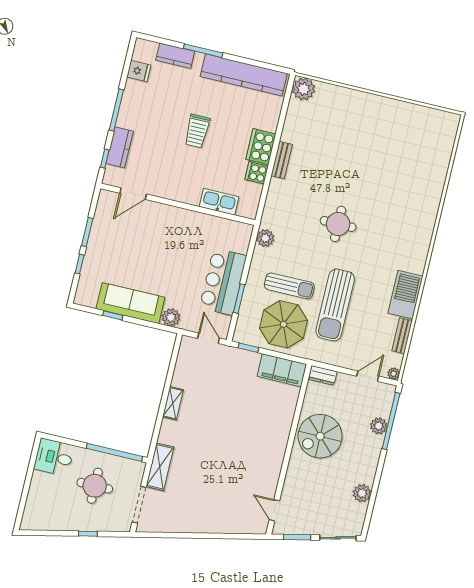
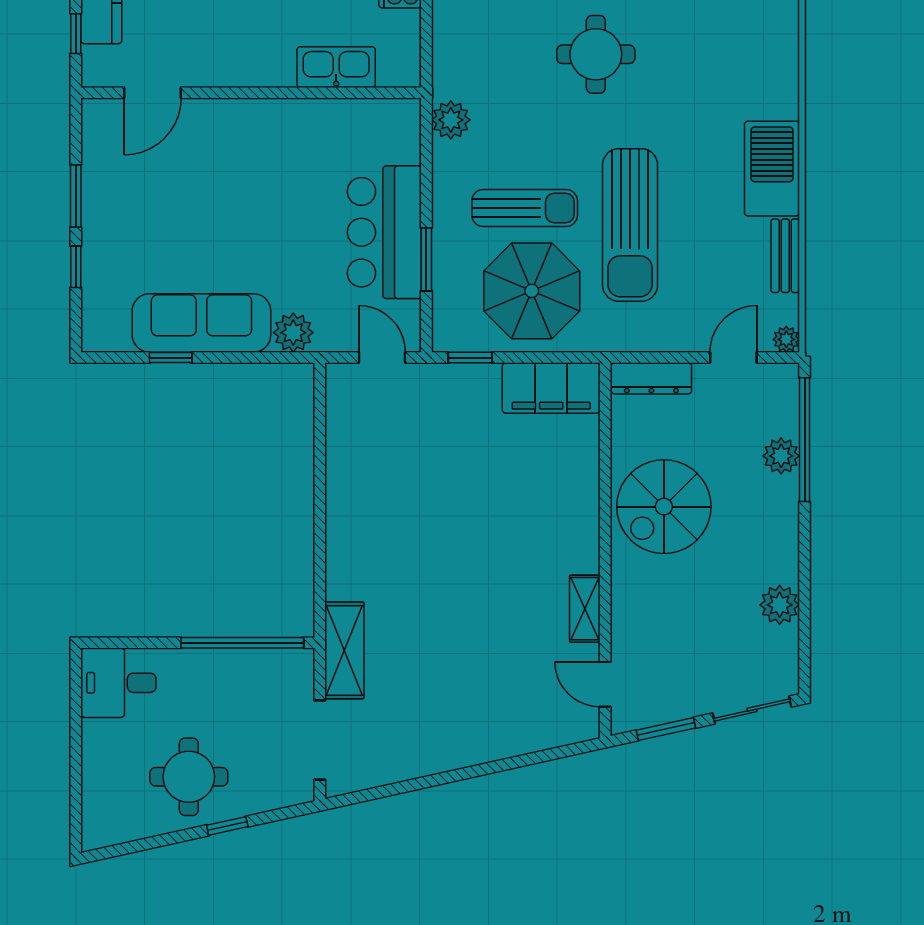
dresser: (323, 375) -> (651, 378), width x1.44
shelving: (173, 403) -> (585, 609), moved
round table: (95, 486) -> (189, 777), moved

